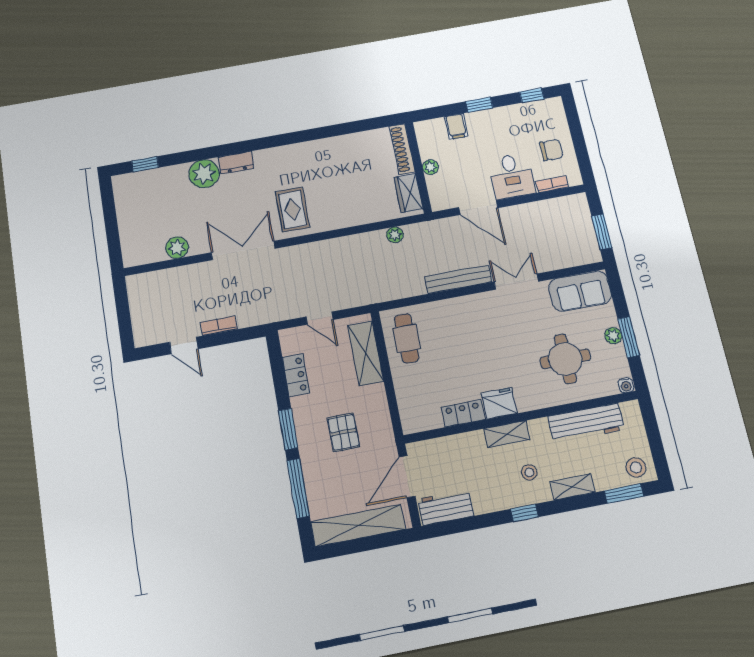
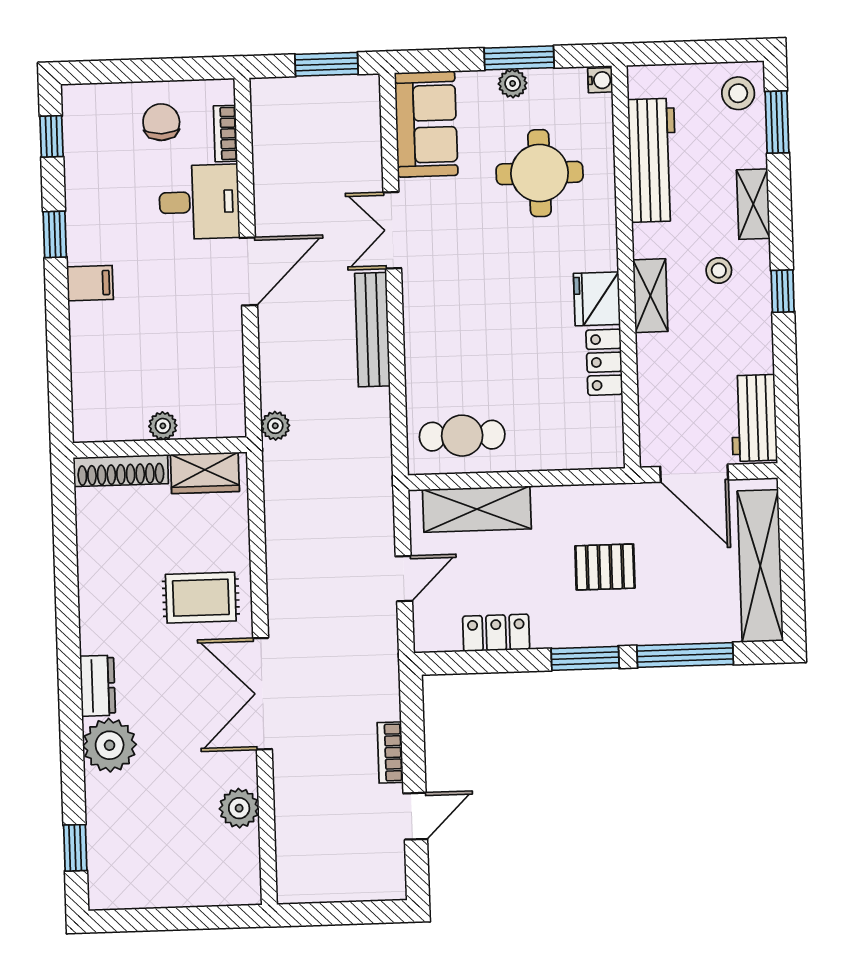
shoe rack: (402, 149) -> (121, 471), moved
wall: (418, 167) -> (160, 447), moved
plant: (430, 167) -> (163, 426), moved
wardrobe: (408, 193) -> (205, 473), moved

